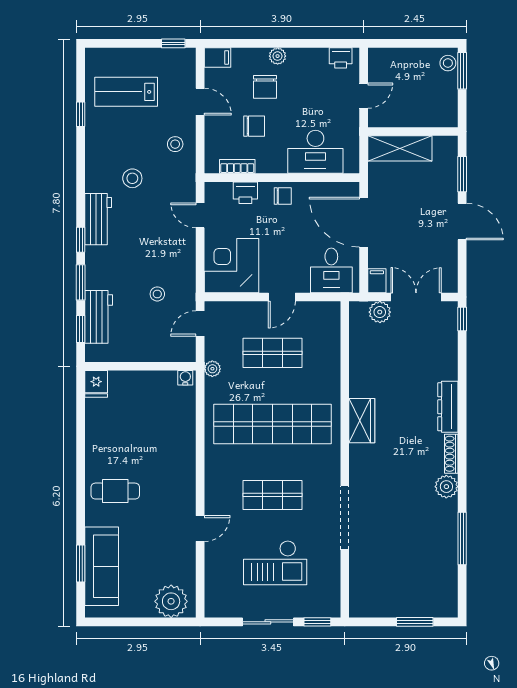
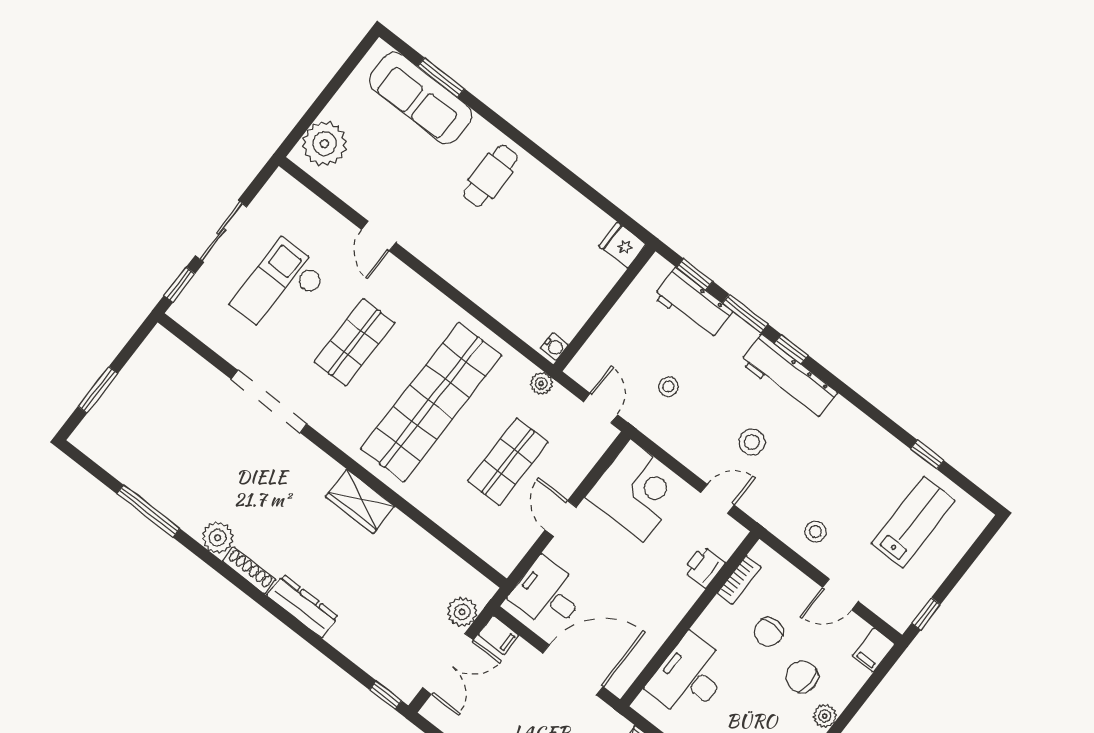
stool: (132, 178) -> (752, 442), moved
chair: (283, 196) -> (669, 604), removed
workbench: (98, 219) -> (789, 377), width x1.37

